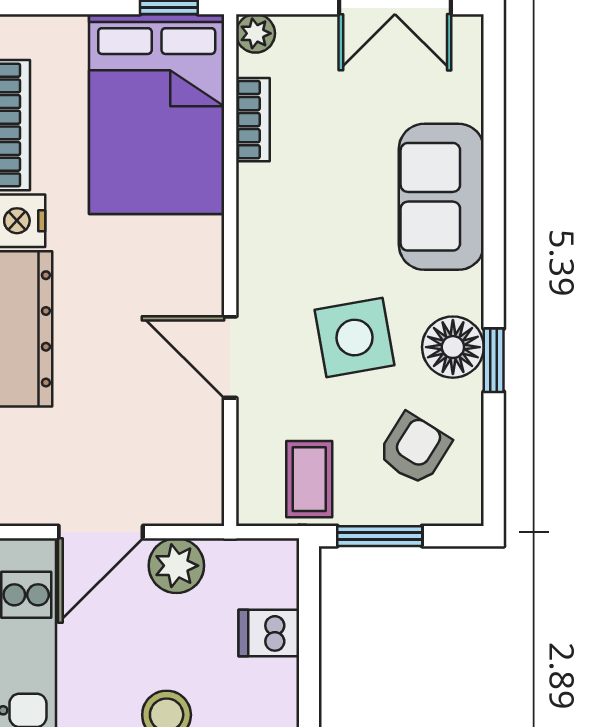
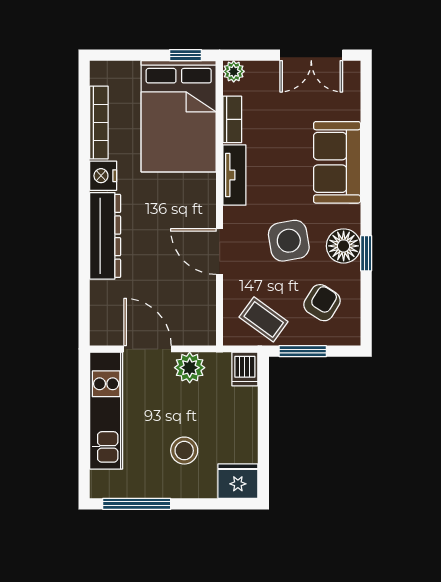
tv unit: (257, 220) -> (234, 175), added
coffee table: (309, 479) -> (264, 319), turned -54
door: (101, 532) -> (148, 349), swing flipped
dishwasher: (269, 633) -> (245, 369), moved, turned -90

